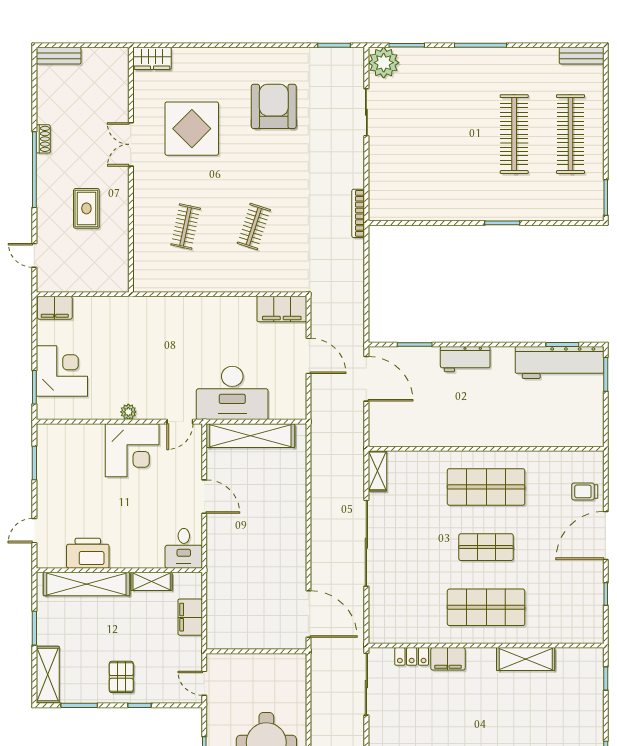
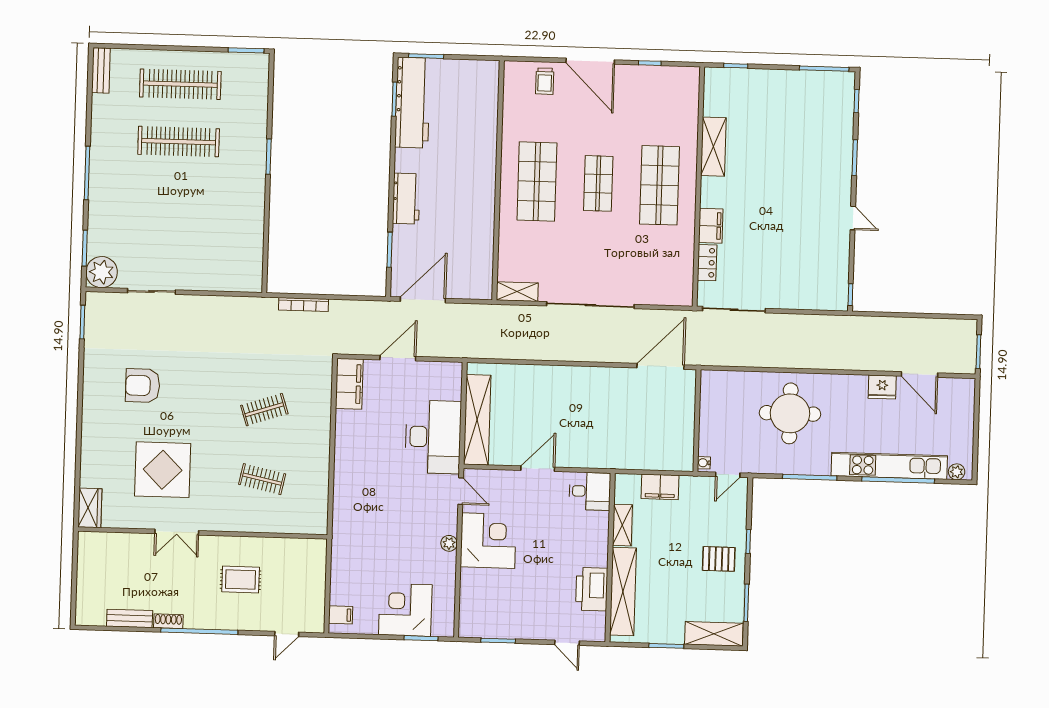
bench: (59, 56) -> (130, 618), moved, turned 90
armchair: (274, 106) -> (143, 385), width x0.73, depth x0.73
bookcase: (358, 213) -> (303, 304), moved
clothes rail: (254, 227) -> (264, 410), turned -36
filing cabinet: (55, 308) -> (341, 615), width x0.50
water cooler: (215, 659) -> (704, 463), added

